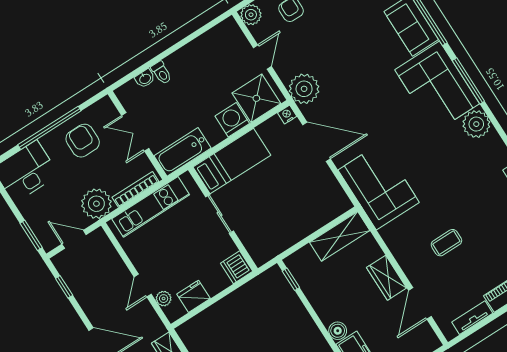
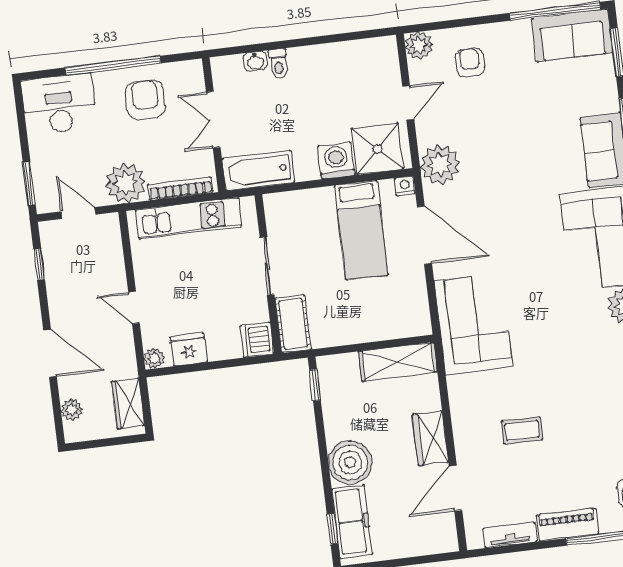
bed: (232, 161) -> (361, 230), moved, turned 90
cot: (256, 245) -> (293, 324), added
door: (143, 286) -> (134, 308), hinge flipped
plant: (164, 299) -> (154, 358), moved
boiler: (338, 331) -> (350, 462), width x1.86, depth x1.86

